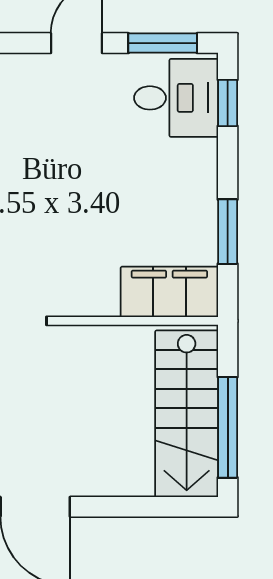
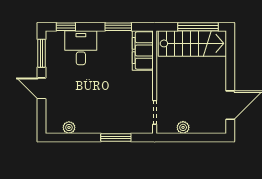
desk: (176, 98) -> (81, 48), moved

